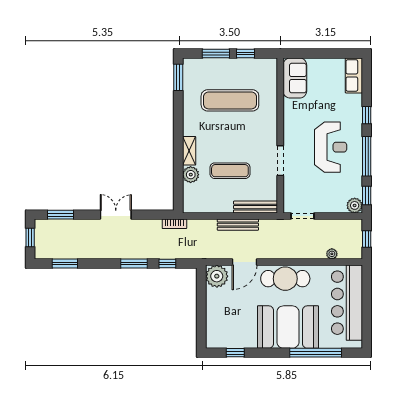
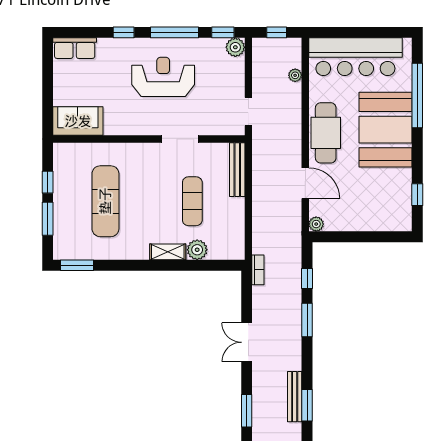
bench: (238, 225) -> (295, 397), moved
plant: (217, 276) -> (316, 224), width x0.53, depth x0.53

